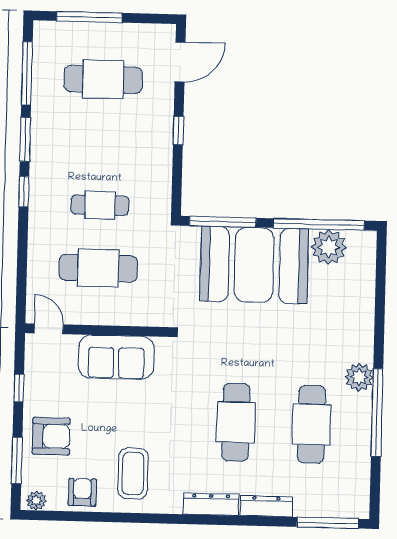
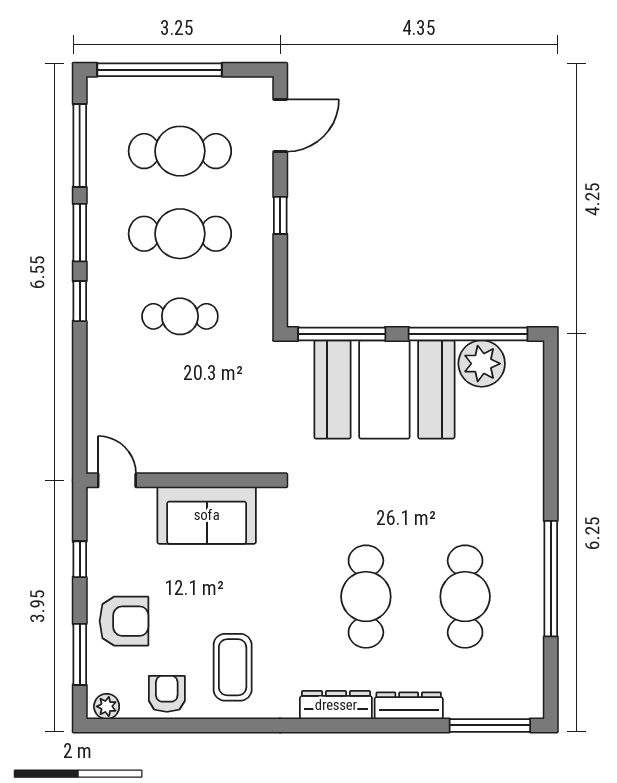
window: (89, 17) -> (160, 70), width x1.46
cafe table: (98, 268) -> (180, 234), moved
plant: (359, 377) -> (526, 533), removed

